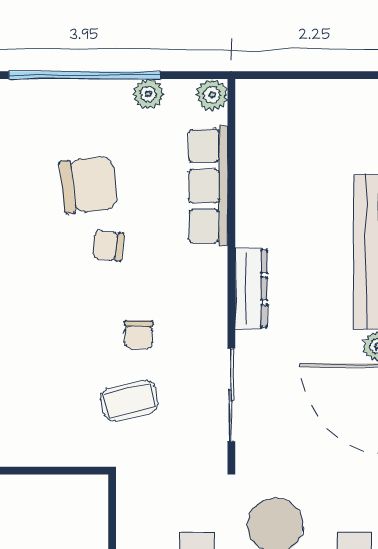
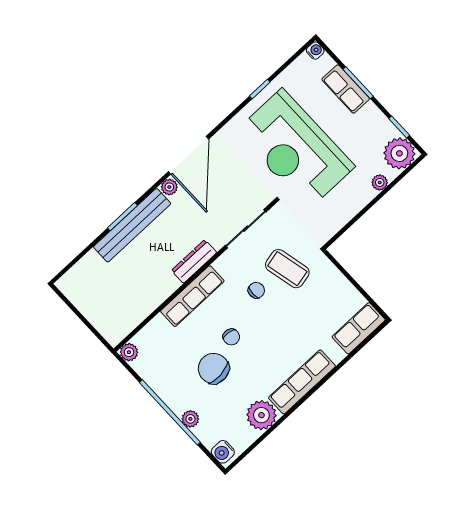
plant: (148, 94) -> (190, 419), moved
row of seats: (208, 186) -> (192, 296), moved
coffee table: (129, 401) -> (287, 269), width x1.36, depth x1.30

